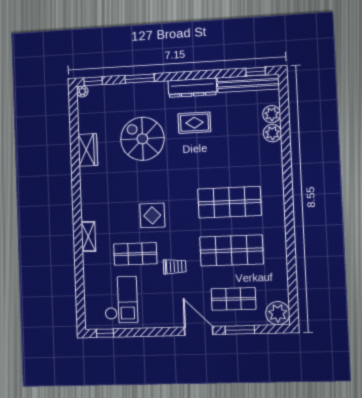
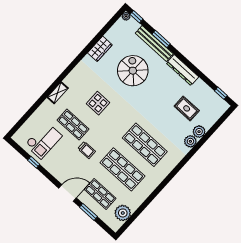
bench: (248, 83) -> (154, 43), moved
plant: (272, 114) -> (190, 141), moved
rug: (194, 123) -> (187, 108), moved
display table: (152, 215) -> (98, 103), moved
plant: (278, 313) -> (123, 213), moved
door: (199, 331) -> (68, 193), hinge flipped
window: (105, 333) -> (34, 162), moved

